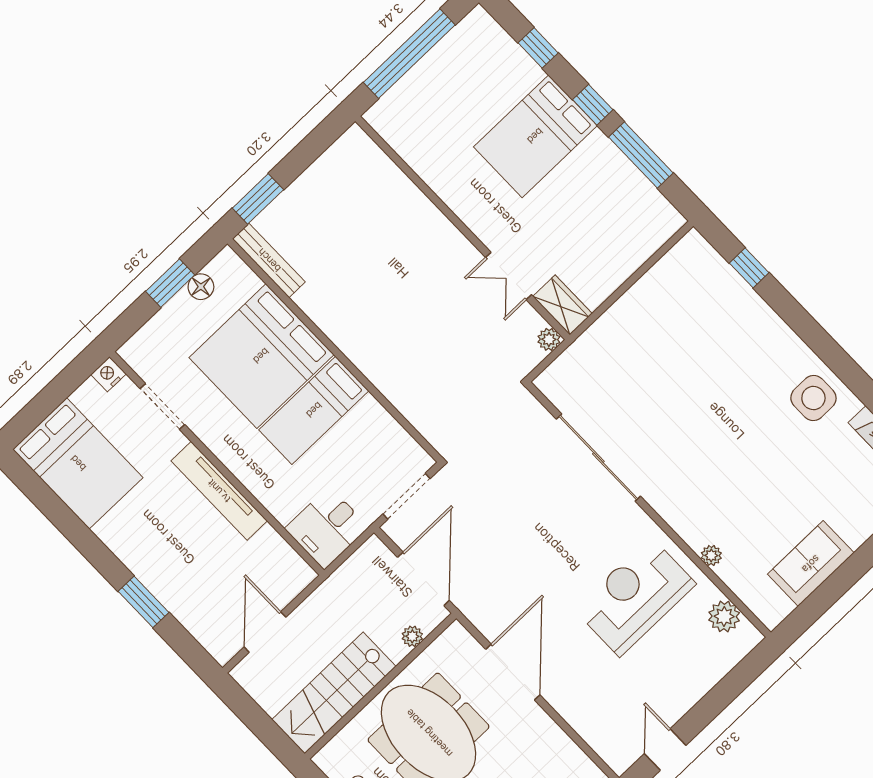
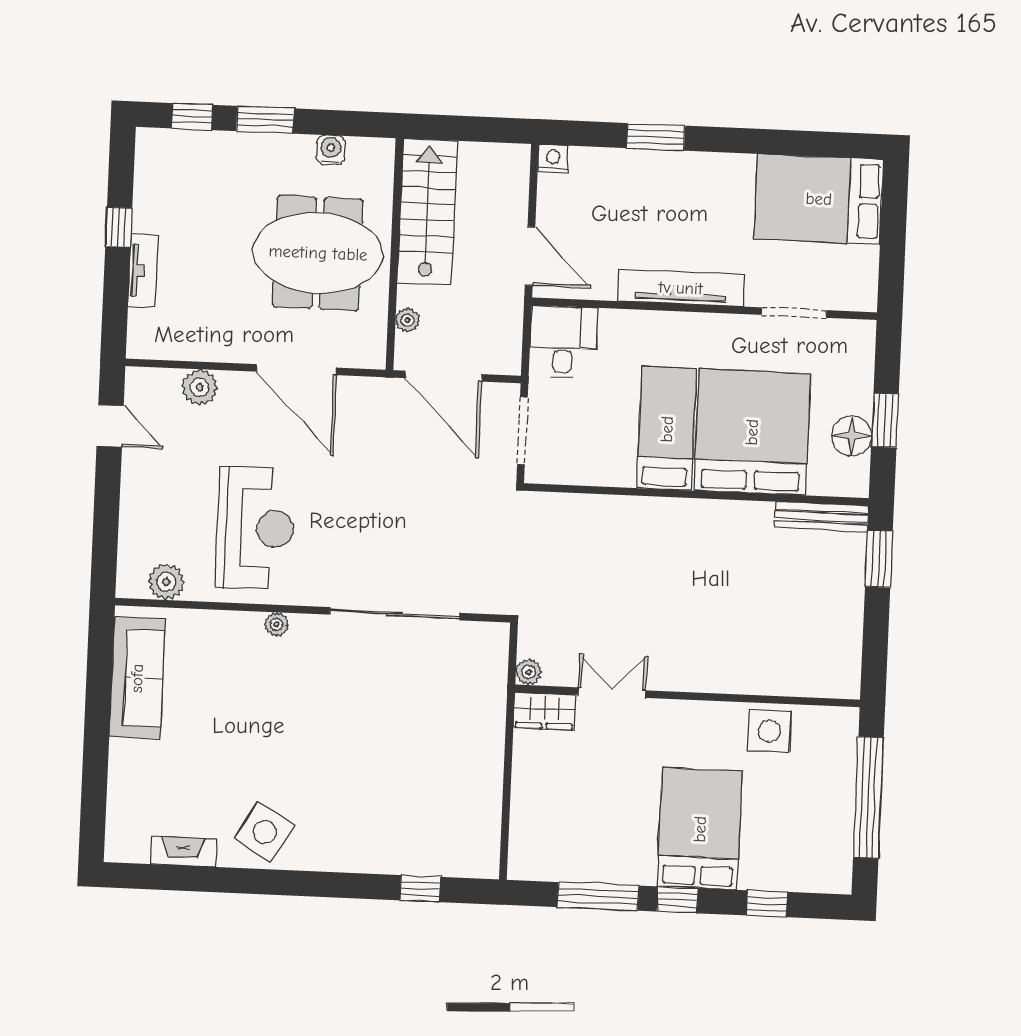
side table: (432, 156) -> (769, 731), added
floor lamp: (201, 287) -> (851, 436), width x1.38, depth x1.38
nightstand: (108, 374) -> (553, 159), moved, turned -90
side table: (813, 398) -> (265, 832), turned 30
plant: (711, 555) -> (276, 624), moved
sofa: (811, 564) -> (137, 678), width x1.36
door: (265, 632) -> (530, 256), moved
plant: (585, 720) -> (200, 387), added

